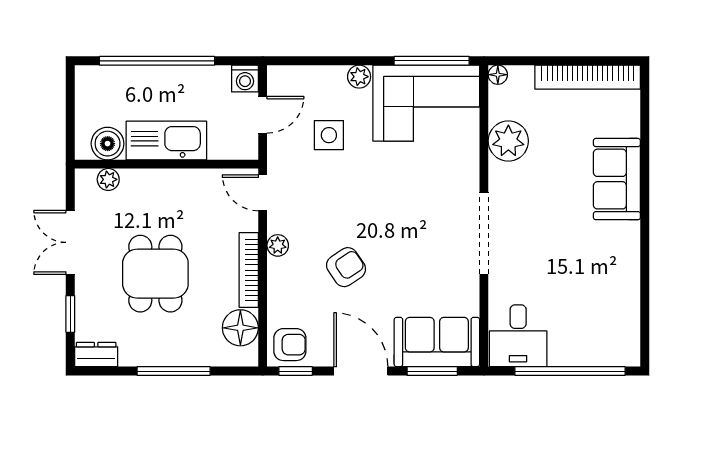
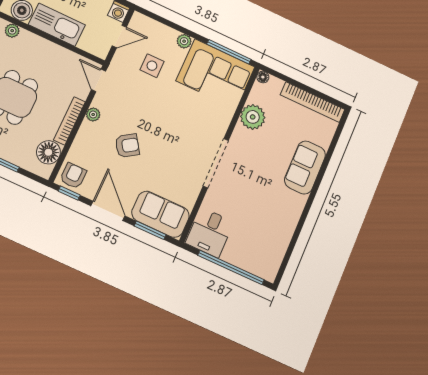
armchair: (290, 345) -> (73, 176), turned -90

